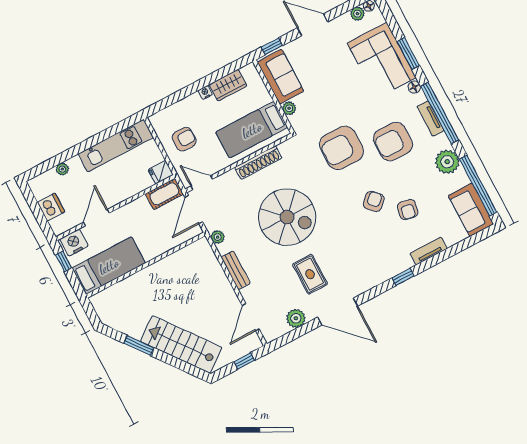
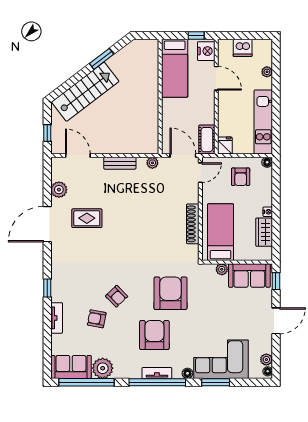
floor lamp: (155, 120) -> (267, 162), added
plant: (447, 162) -> (103, 368), moved
spiral stairs: (287, 217) -> (140, 224), removed

